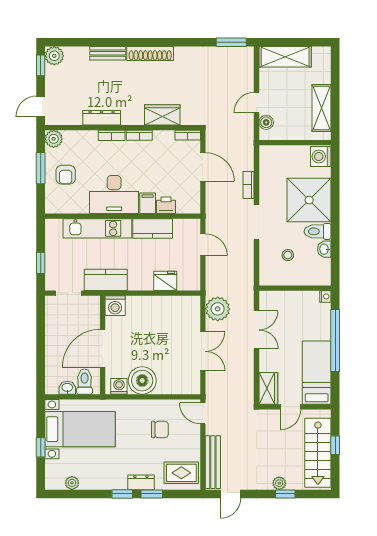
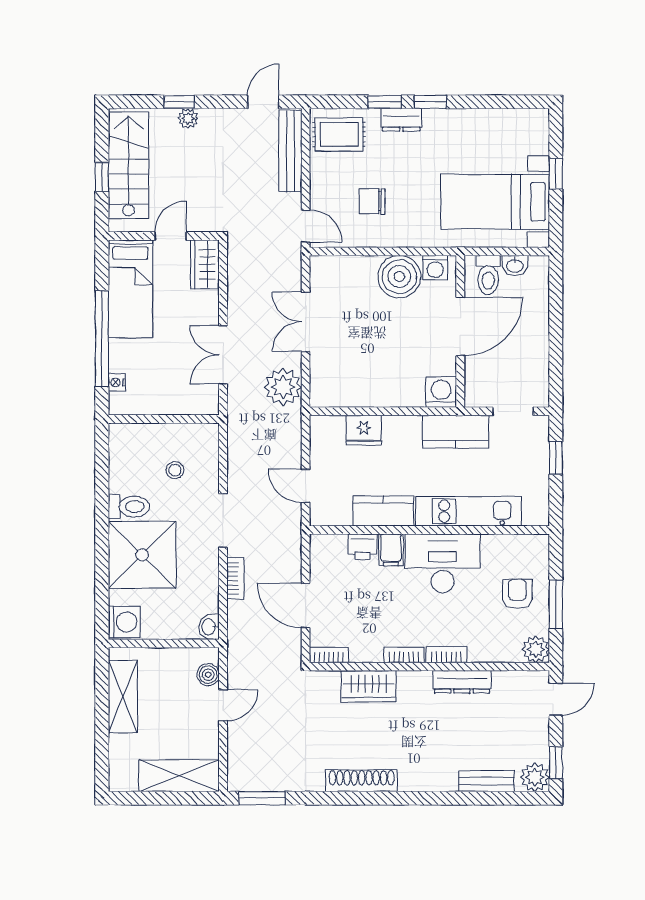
bench: (108, 53) -> (487, 781), moved
shoe rack: (150, 54) -> (362, 781), moved
washbasin: (324, 249) -> (209, 627), moved, turned 180
nightstand: (325, 296) -> (117, 383), moved
plant: (72, 483) -> (507, 119), removed

